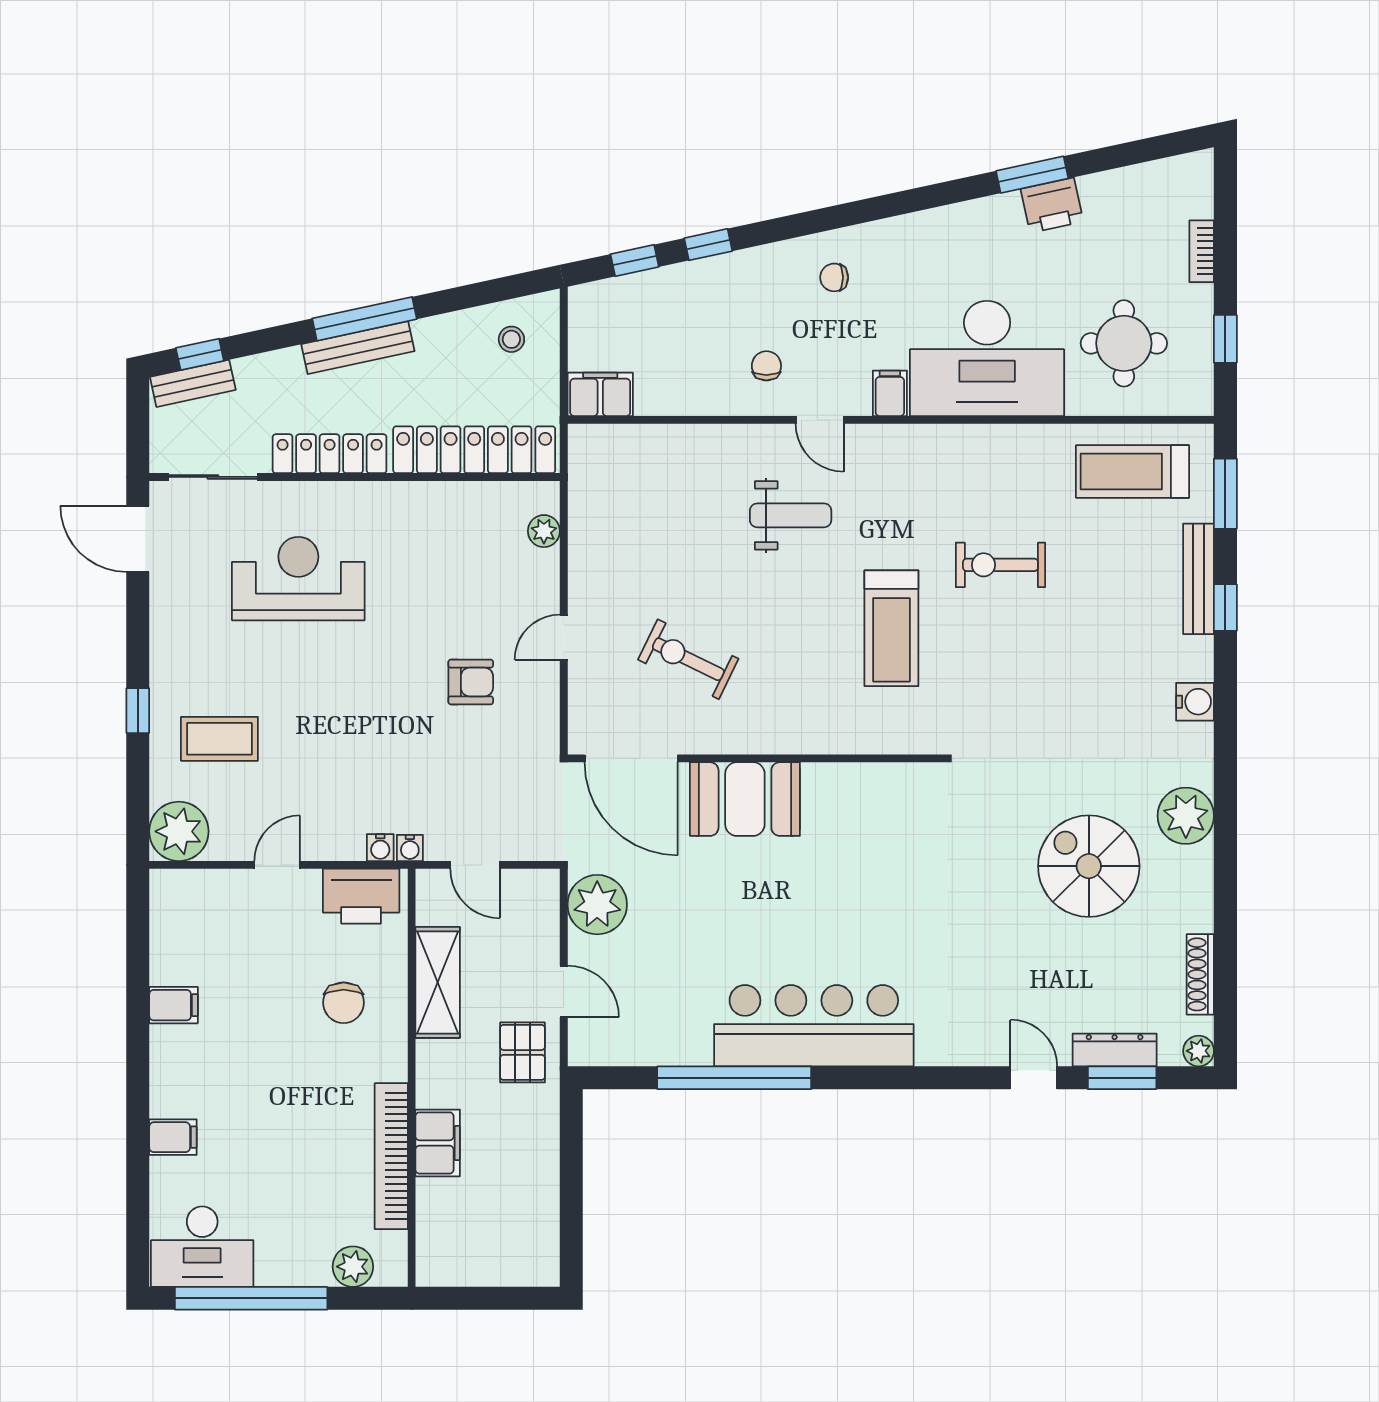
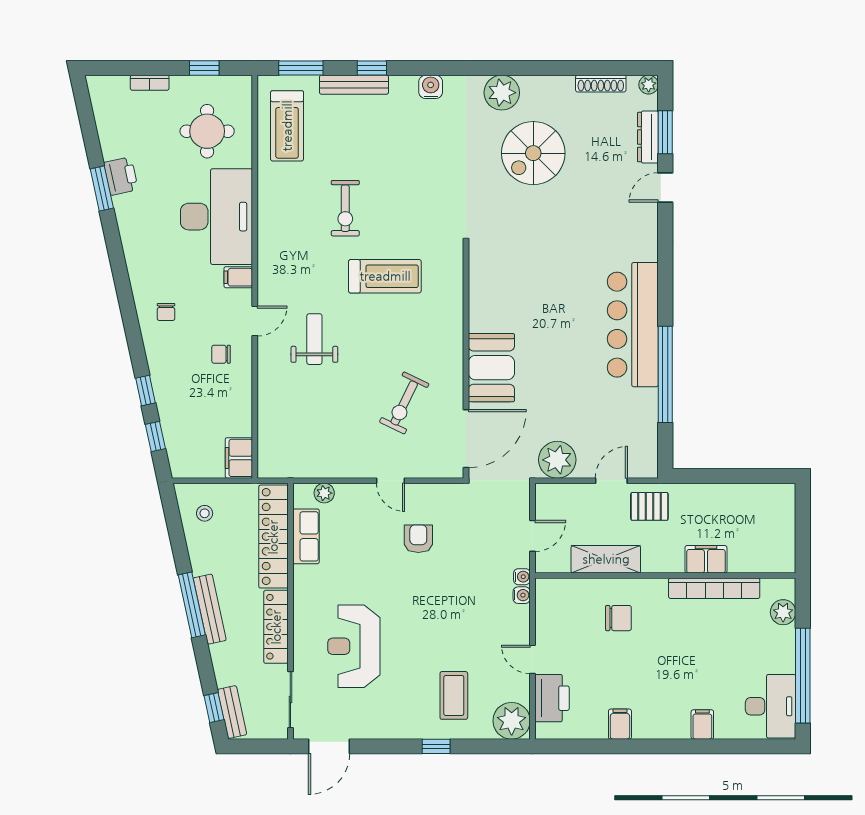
row of seats: (475, 502) -> (306, 536), added
printer: (361, 896) -> (552, 698), moved

